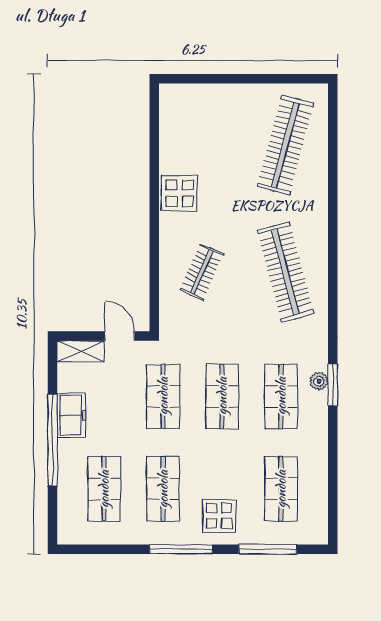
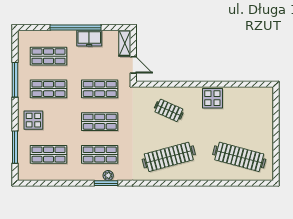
door: (120, 336) -> (133, 65), hinge flipped
window: (181, 549) -> (15, 80), moved

